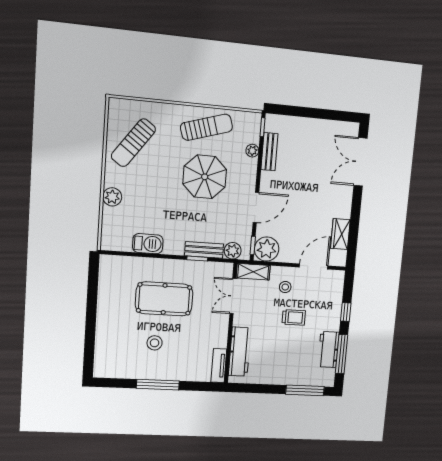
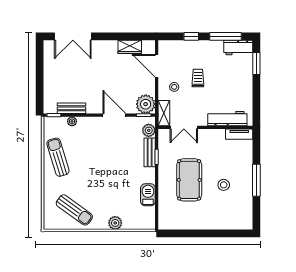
parasol: (205, 177) -> (95, 156), removed
workbench: (328, 349) -> (238, 48), moved
window: (305, 390) -> (256, 64), width x0.69

